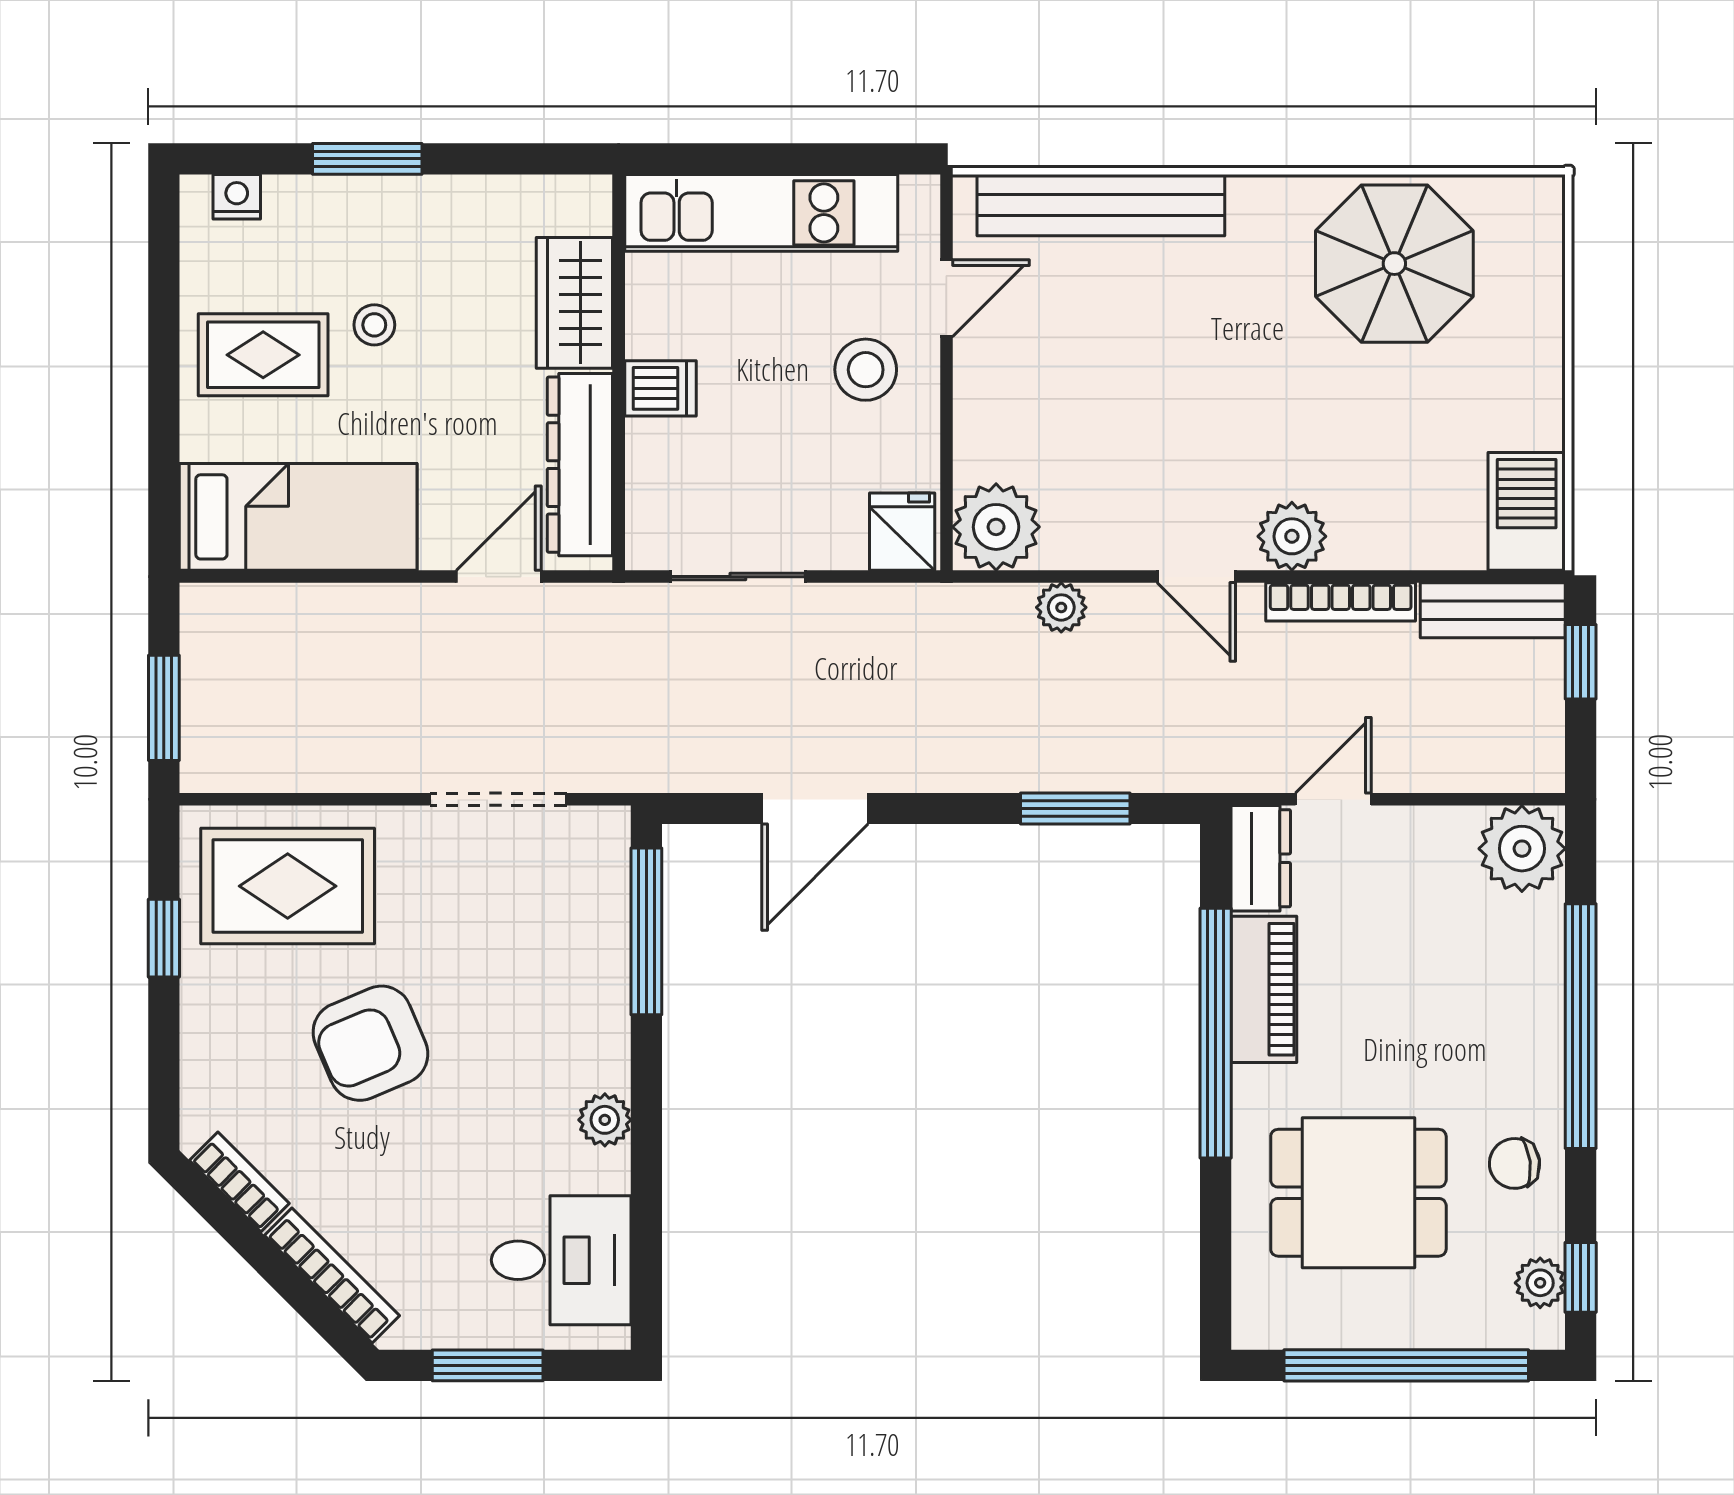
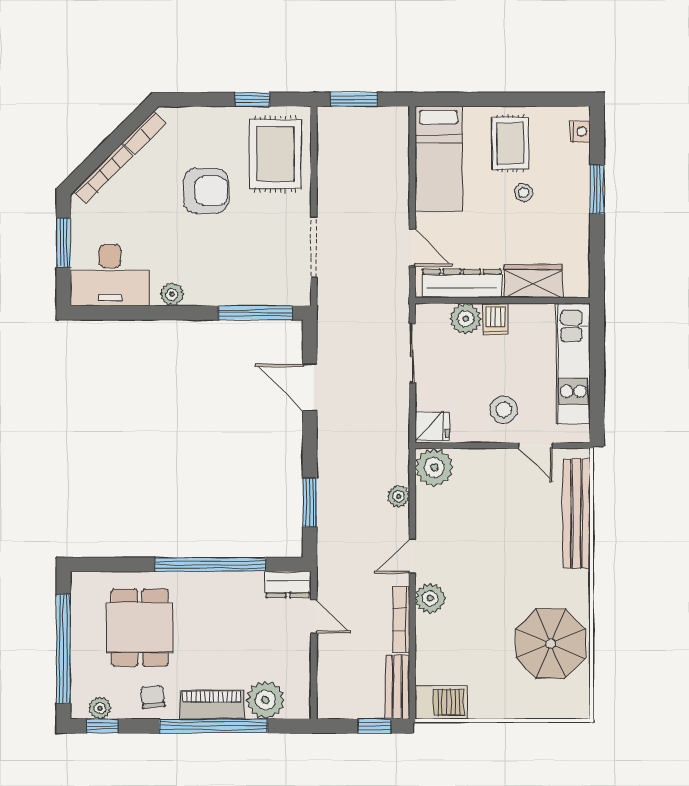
plant: (660, 456) -> (466, 319), added
plant: (1522, 849) -> (265, 700), moved
piano: (1264, 989) -> (212, 705), moved, turned 180
armchair: (370, 1043) -> (206, 191), turned 113
desk: (561, 1260) -> (110, 275), width x1.37

